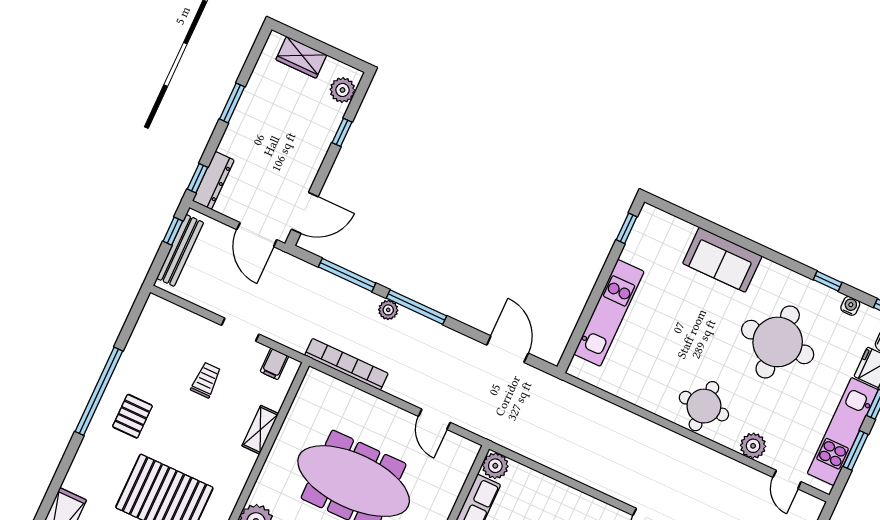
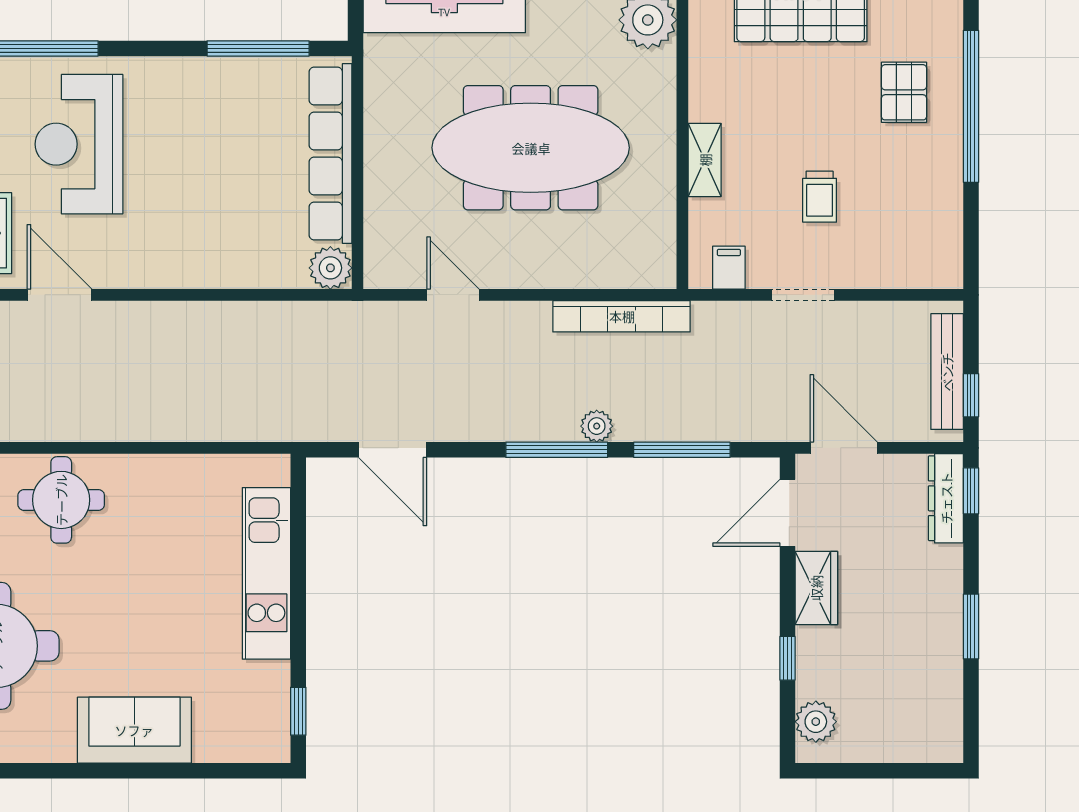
wardrobe: (301, 57) -> (816, 588), moved, turned 90

